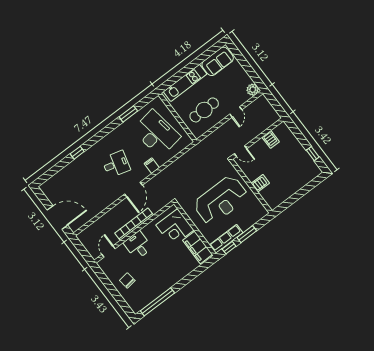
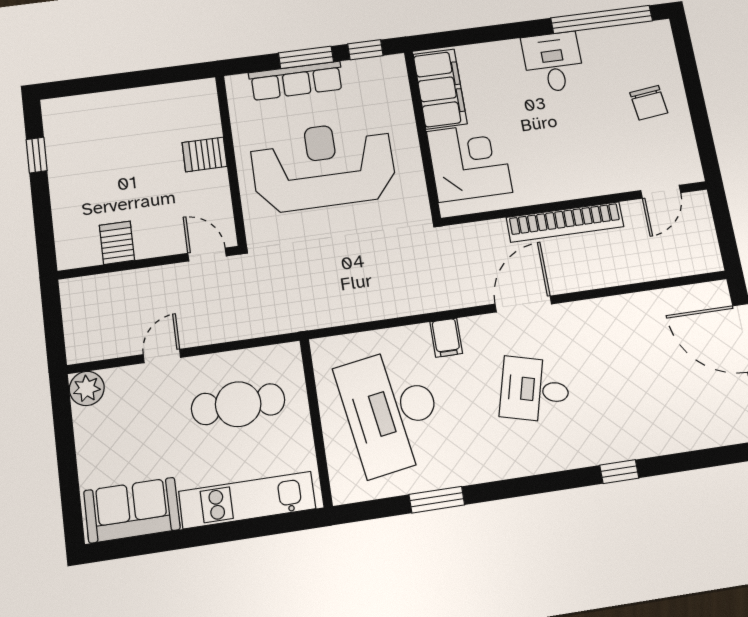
row of seats: (226, 239) -> (296, 81), moved
desk: (138, 245) -> (553, 62), moved, turned 180

